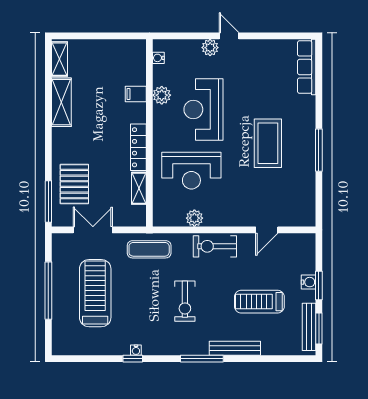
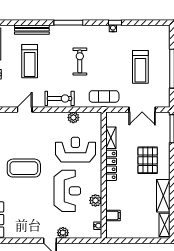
filing cabinet: (136, 94) -> (113, 215), moved
coffee table: (268, 143) -> (24, 168), turned 90
pallet: (74, 184) -> (148, 160), moved
treadmill: (95, 293) -> (140, 67), width x0.73, depth x0.73
treadmill: (259, 302) -> (30, 61), turned 90
bench: (235, 348) -> (32, 30), moved

